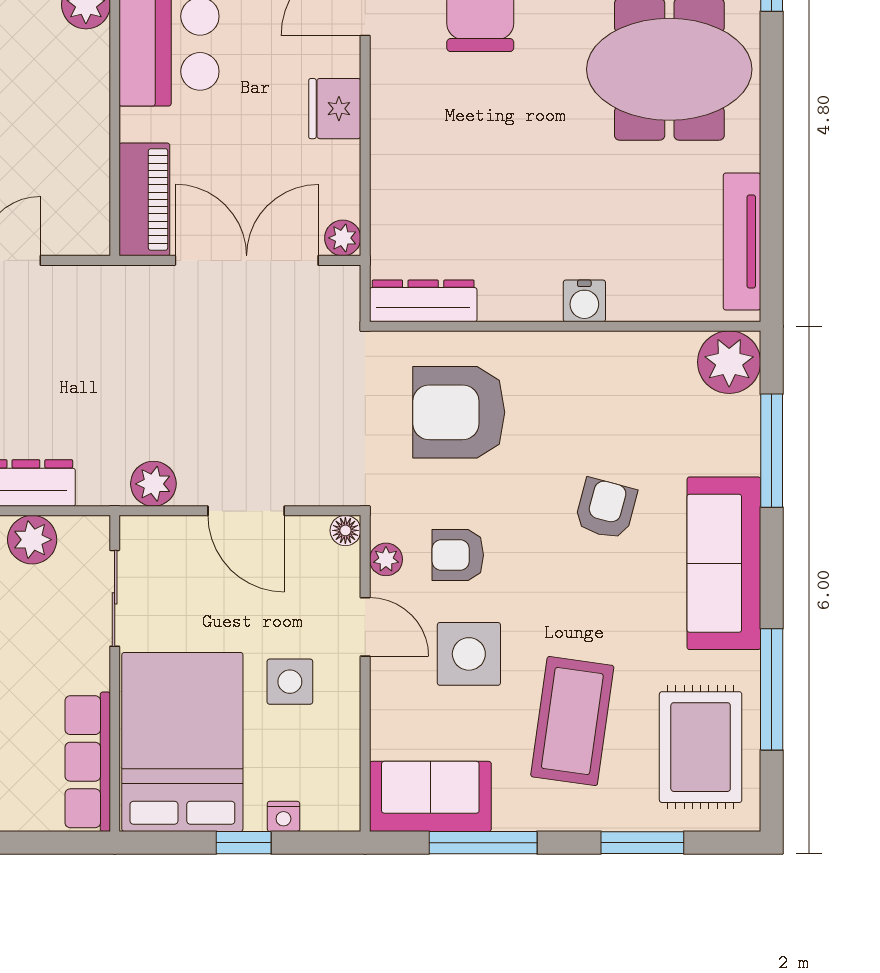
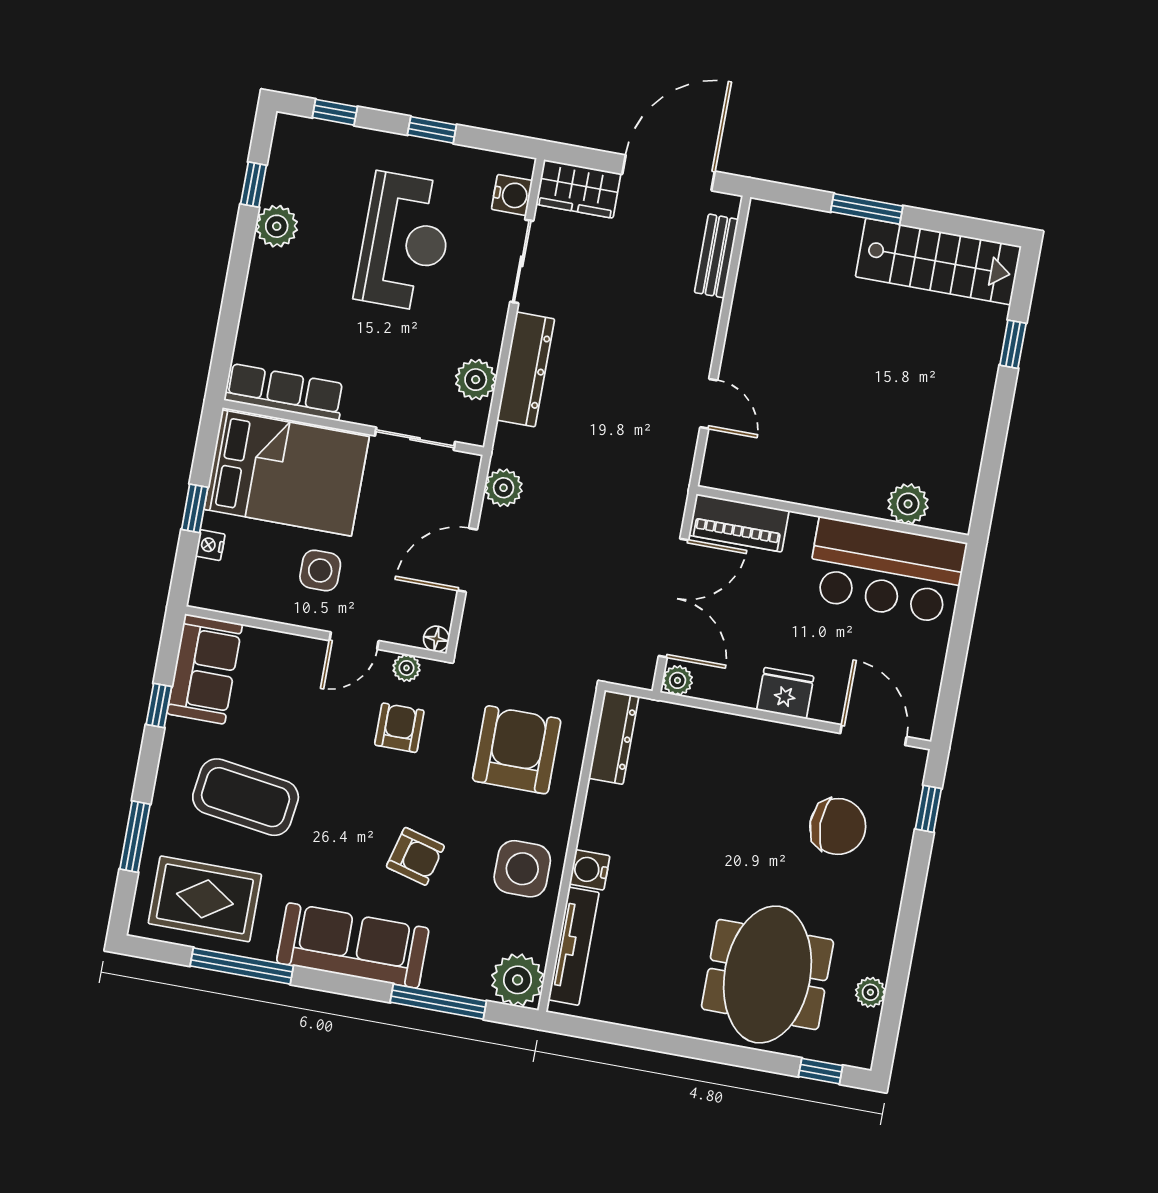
tv unit: (742, 242) -> (574, 946), moved, turned 90
side table: (469, 654) -> (522, 869), moved
window: (483, 843) -> (159, 706), width x0.46

